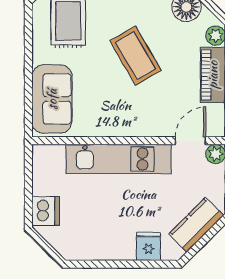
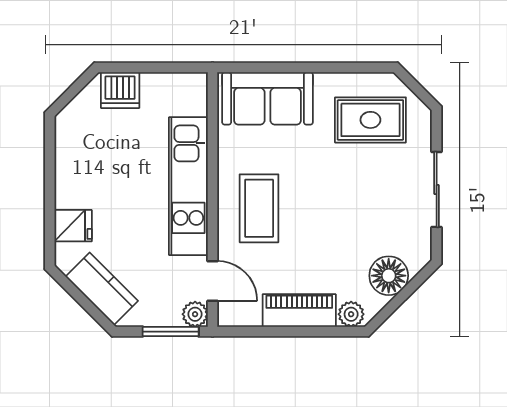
coffee table: (135, 56) -> (259, 208), moved, turned -60

